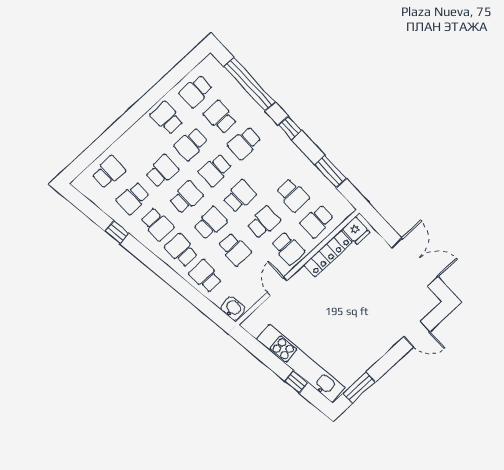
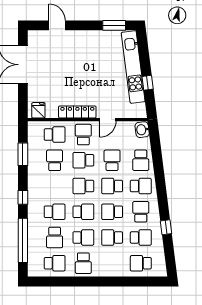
school desk: (181, 250) -> (141, 186), turned -90
locker: (328, 253) -> (77, 112), moved
window: (296, 382) -> (148, 83), moved

